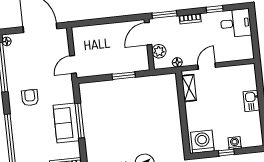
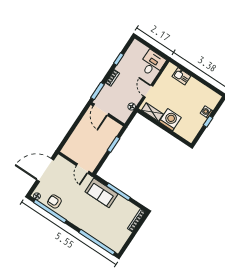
desk: (236, 23) -> (152, 64), moved
plant: (159, 51) -> (116, 112), removed
armchair: (30, 98) -> (54, 201), moved
kitchen sink: (251, 101) -> (181, 76), moved
sofa: (66, 123) -> (101, 193), moved
washing machine: (202, 142) -> (170, 120), moved, turned 90

